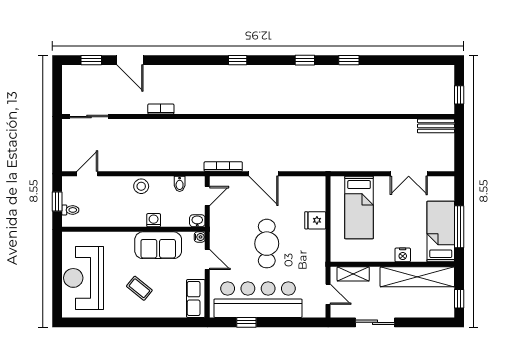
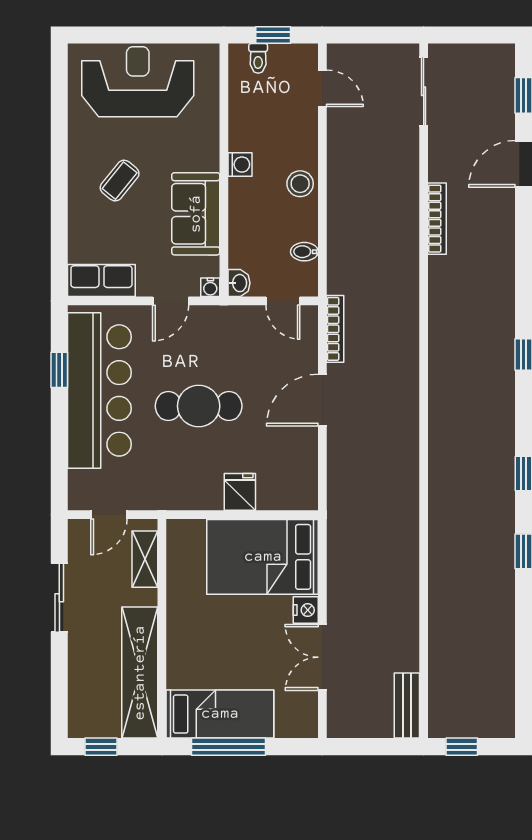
bookcase: (161, 109) -> (437, 219), width x1.56
bed: (359, 207) -> (263, 557), width x1.50
washing machine: (154, 220) -> (240, 165), moved
nightstand: (403, 255) -> (306, 610), moved, turned 180

